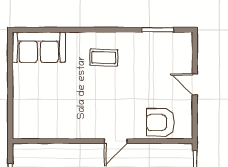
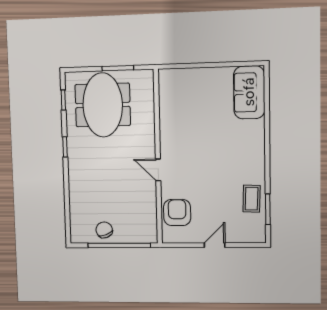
coffee table: (104, 57) -> (252, 199), moved

